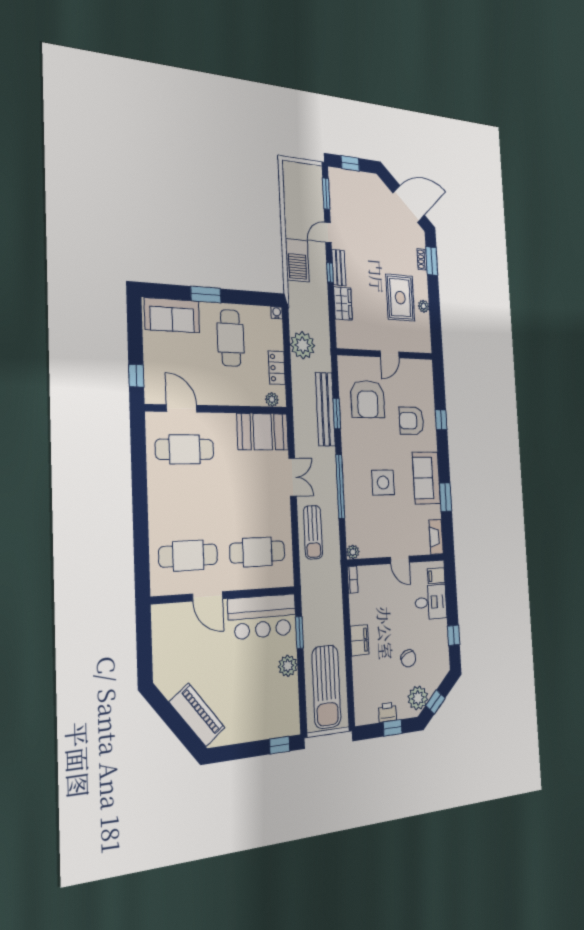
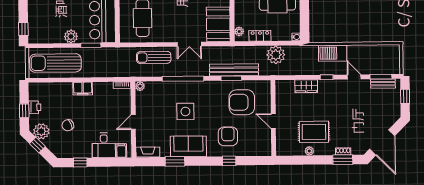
bench: (339, 268) -> (383, 84), moved

